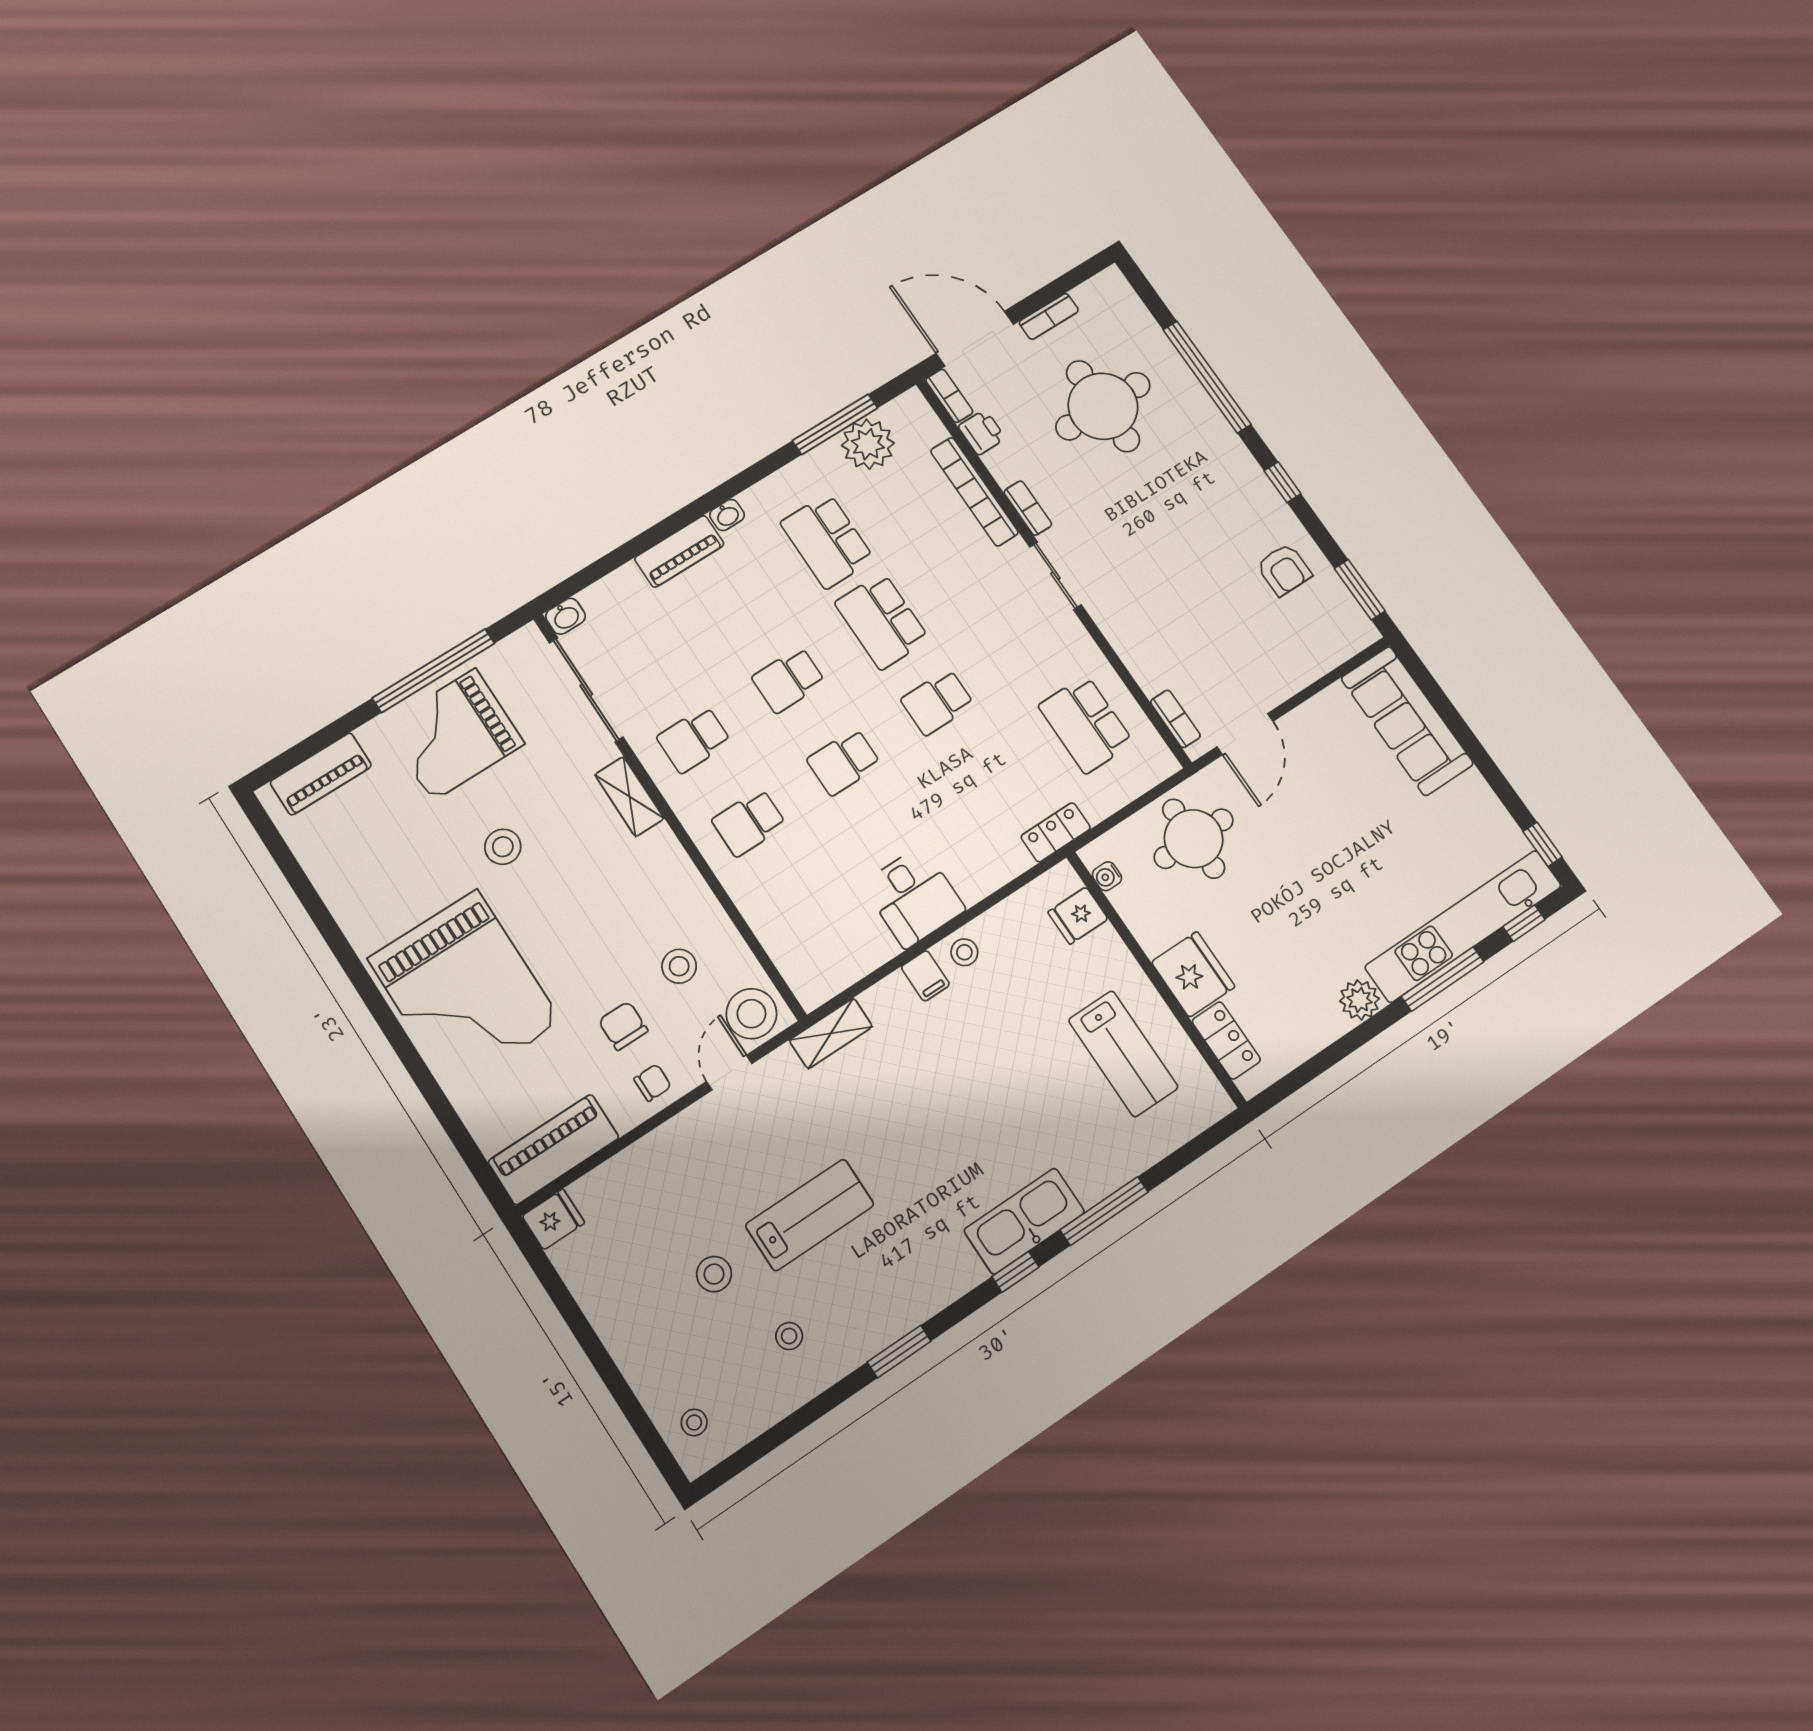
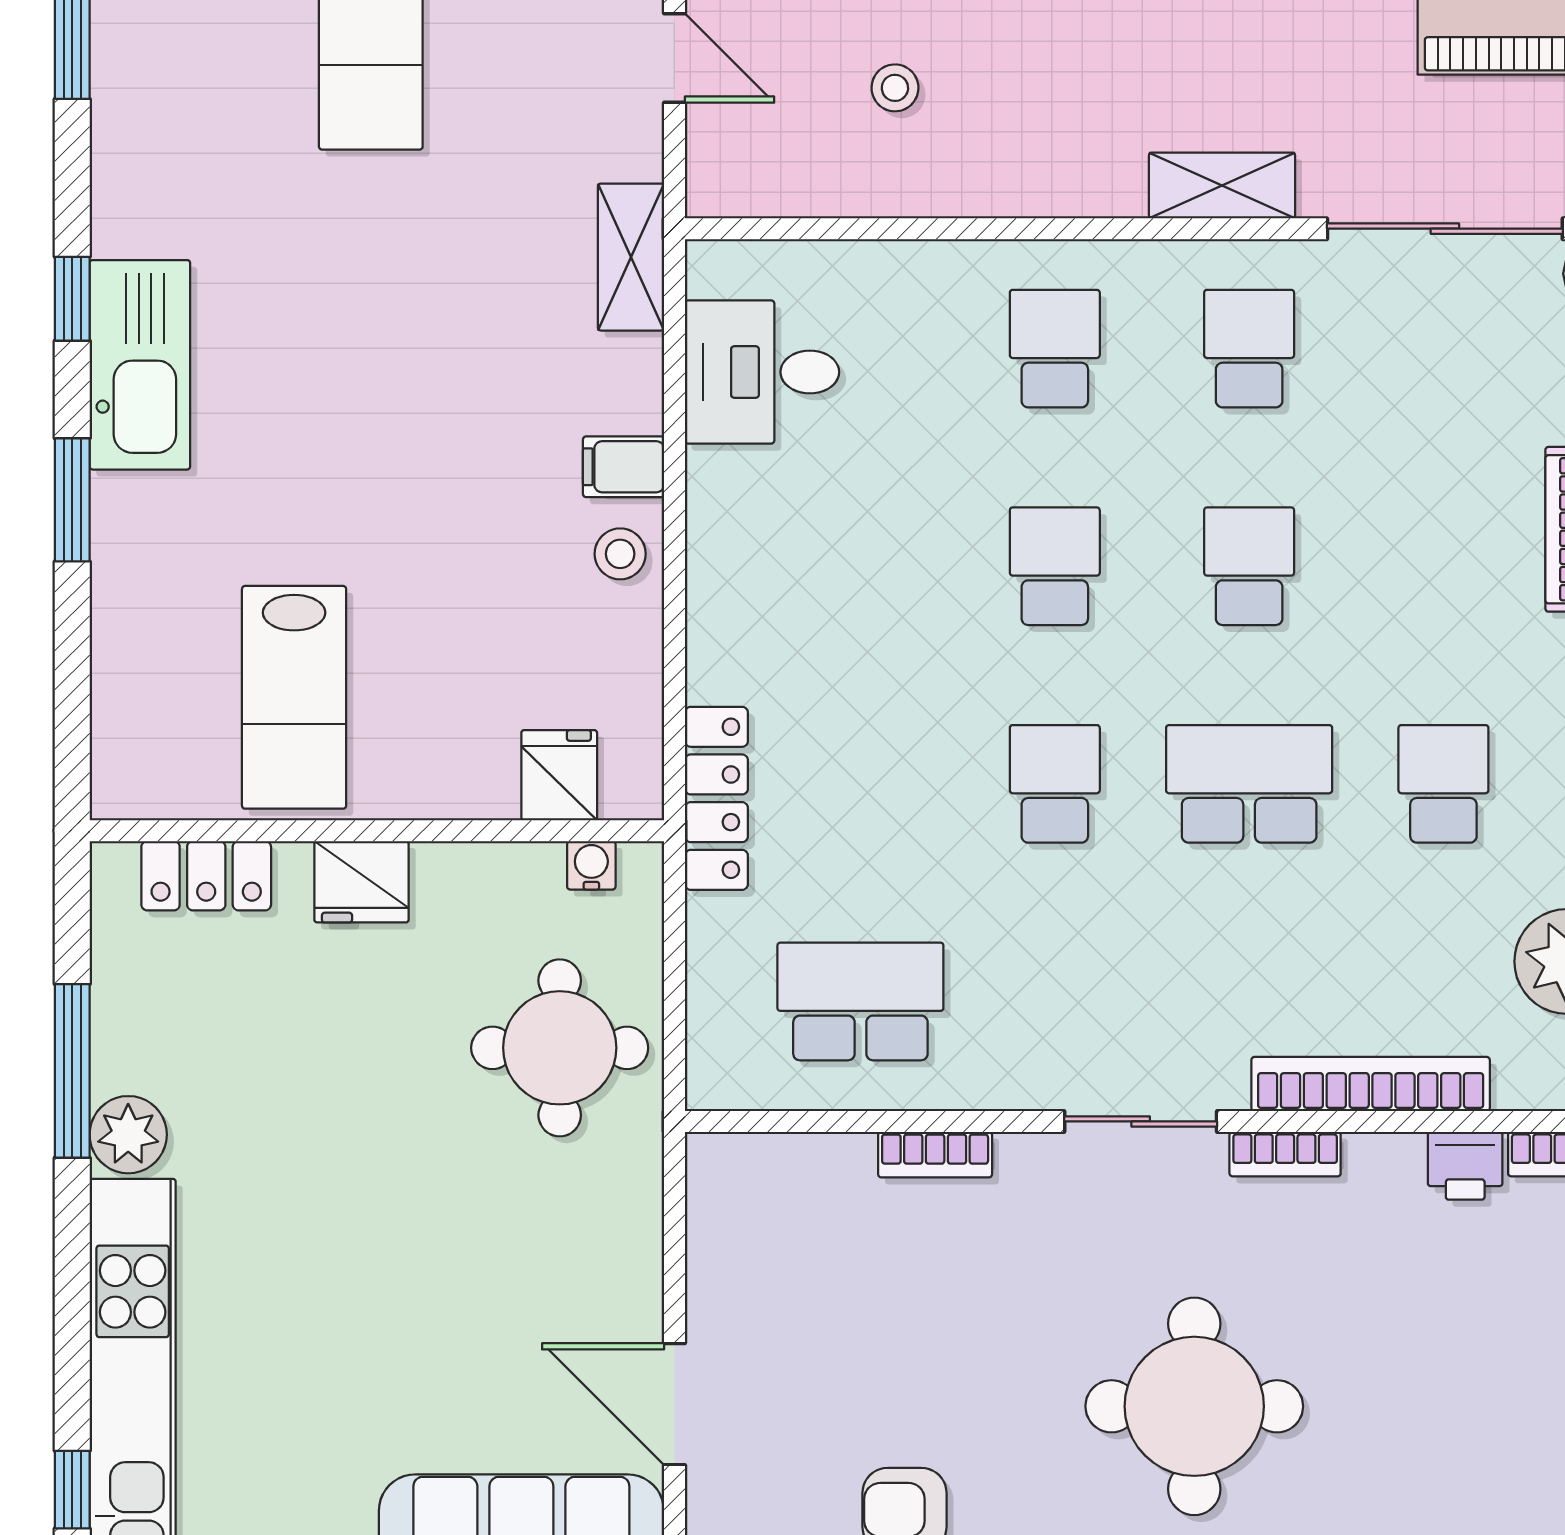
round table: (1103, 406) -> (1194, 1406), moved
school desk: (827, 541) -> (1443, 784), width x0.54
bookcase: (1175, 719) -> (935, 1155), moved
door: (1245, 734) -> (674, 1404), moved
locker: (1056, 832) -> (716, 798), width x1.53
desk: (914, 897) -> (762, 372), moved
stool: (679, 966) -> (895, 88), width x0.73, depth x0.73
fridge: (1193, 974) -> (362, 882), width x0.73, depth x0.75
window: (1443, 979) -> (72, 1071), moved
stool: (751, 1014) -> (744, 153), removed
lab bench: (1123, 1054) -> (294, 697), turned -90
window: (1104, 1211) -> (72, 500), width x0.69

